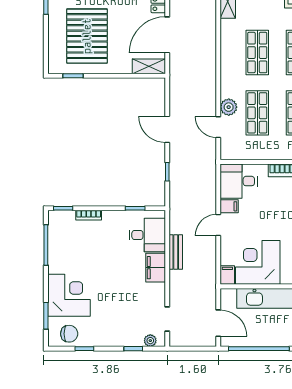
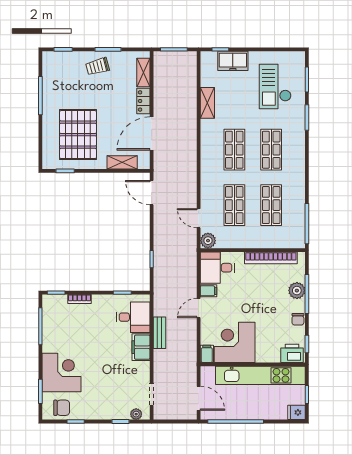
shelving: (149, 66) -> (122, 162), moved
plant: (229, 107) -> (208, 241), moved
door: (167, 129) -> (152, 193), moved

